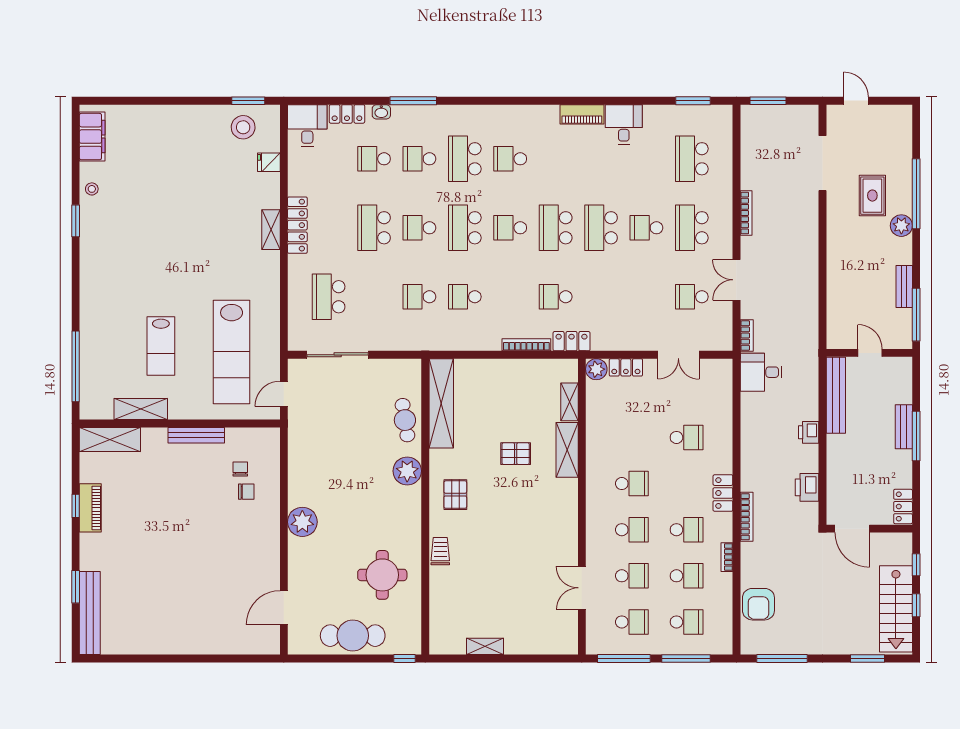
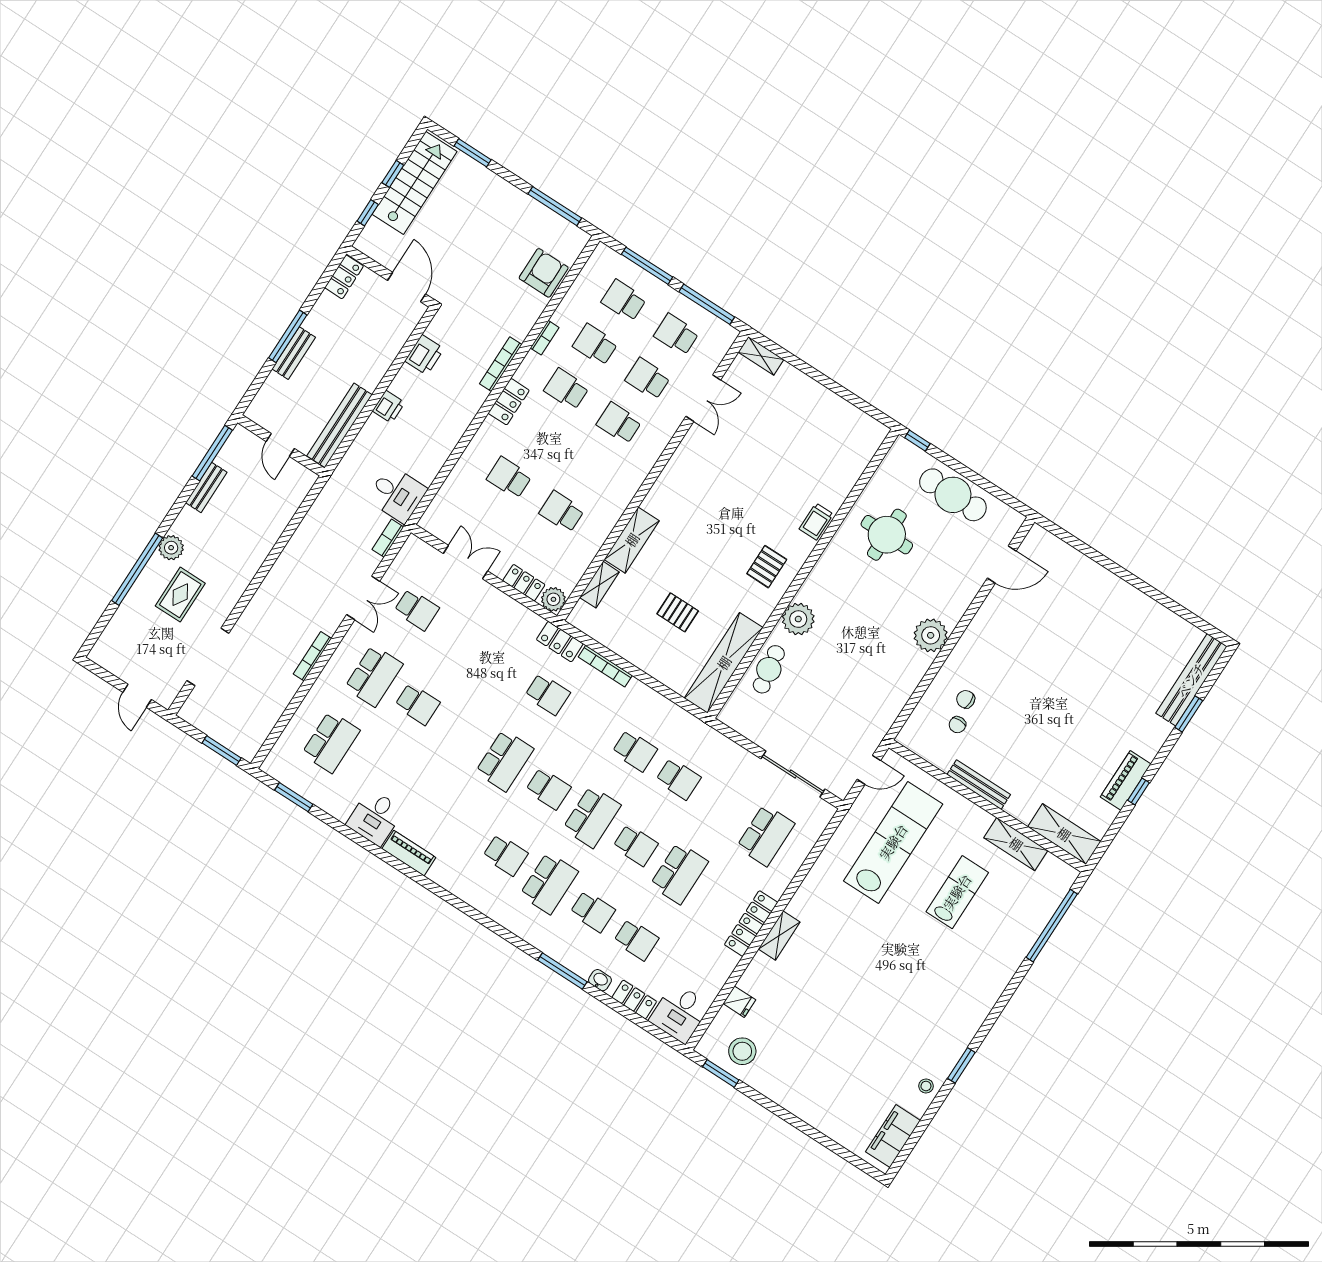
school desk: (601, 228) -> (461, 732), removed
pallet: (516, 454) -> (678, 612), moved
school desk: (632, 484) -> (562, 512), moved
shelving: (485, 646) -> (761, 356), moved

